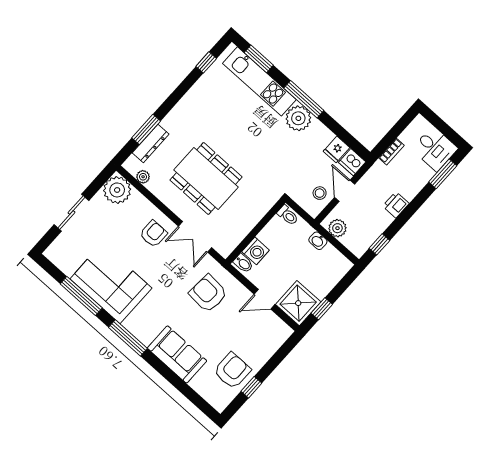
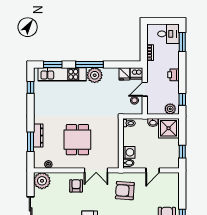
dresser: (151, 144) -> (38, 136), moved
dining table: (206, 178) -> (77, 140), width x0.73
door: (345, 191) -> (145, 89), hinge flipped
plant: (337, 228) -> (170, 109), moved
shower: (298, 303) -> (169, 128), moved

